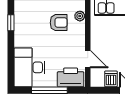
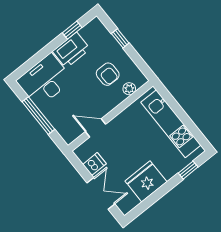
door: (88, 59) -> (95, 128), swing flipped
printer: (71, 77) -> (71, 50), moved, turned 90

